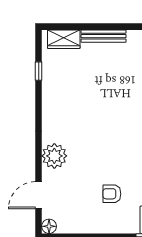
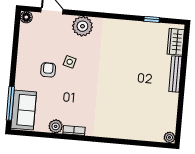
side table: (100, 168) -> (70, 62), added

